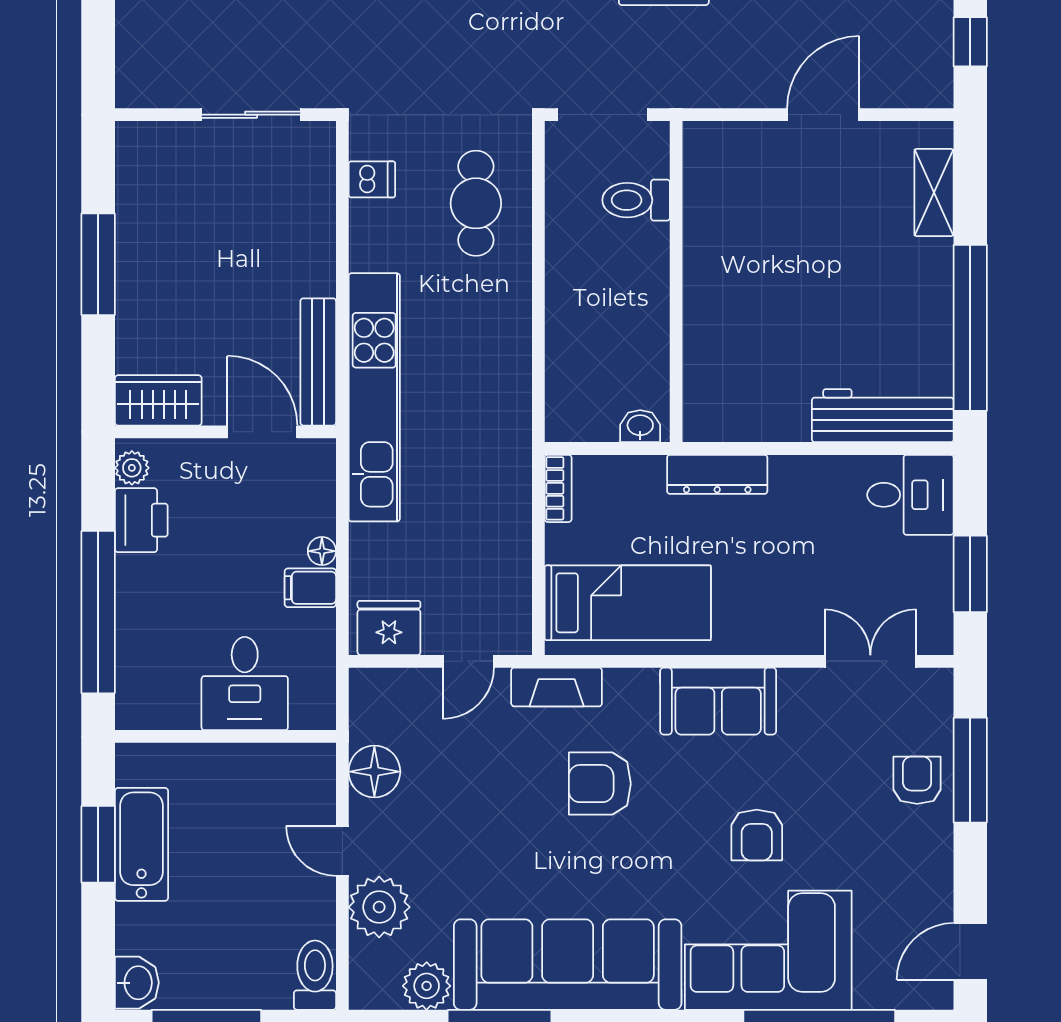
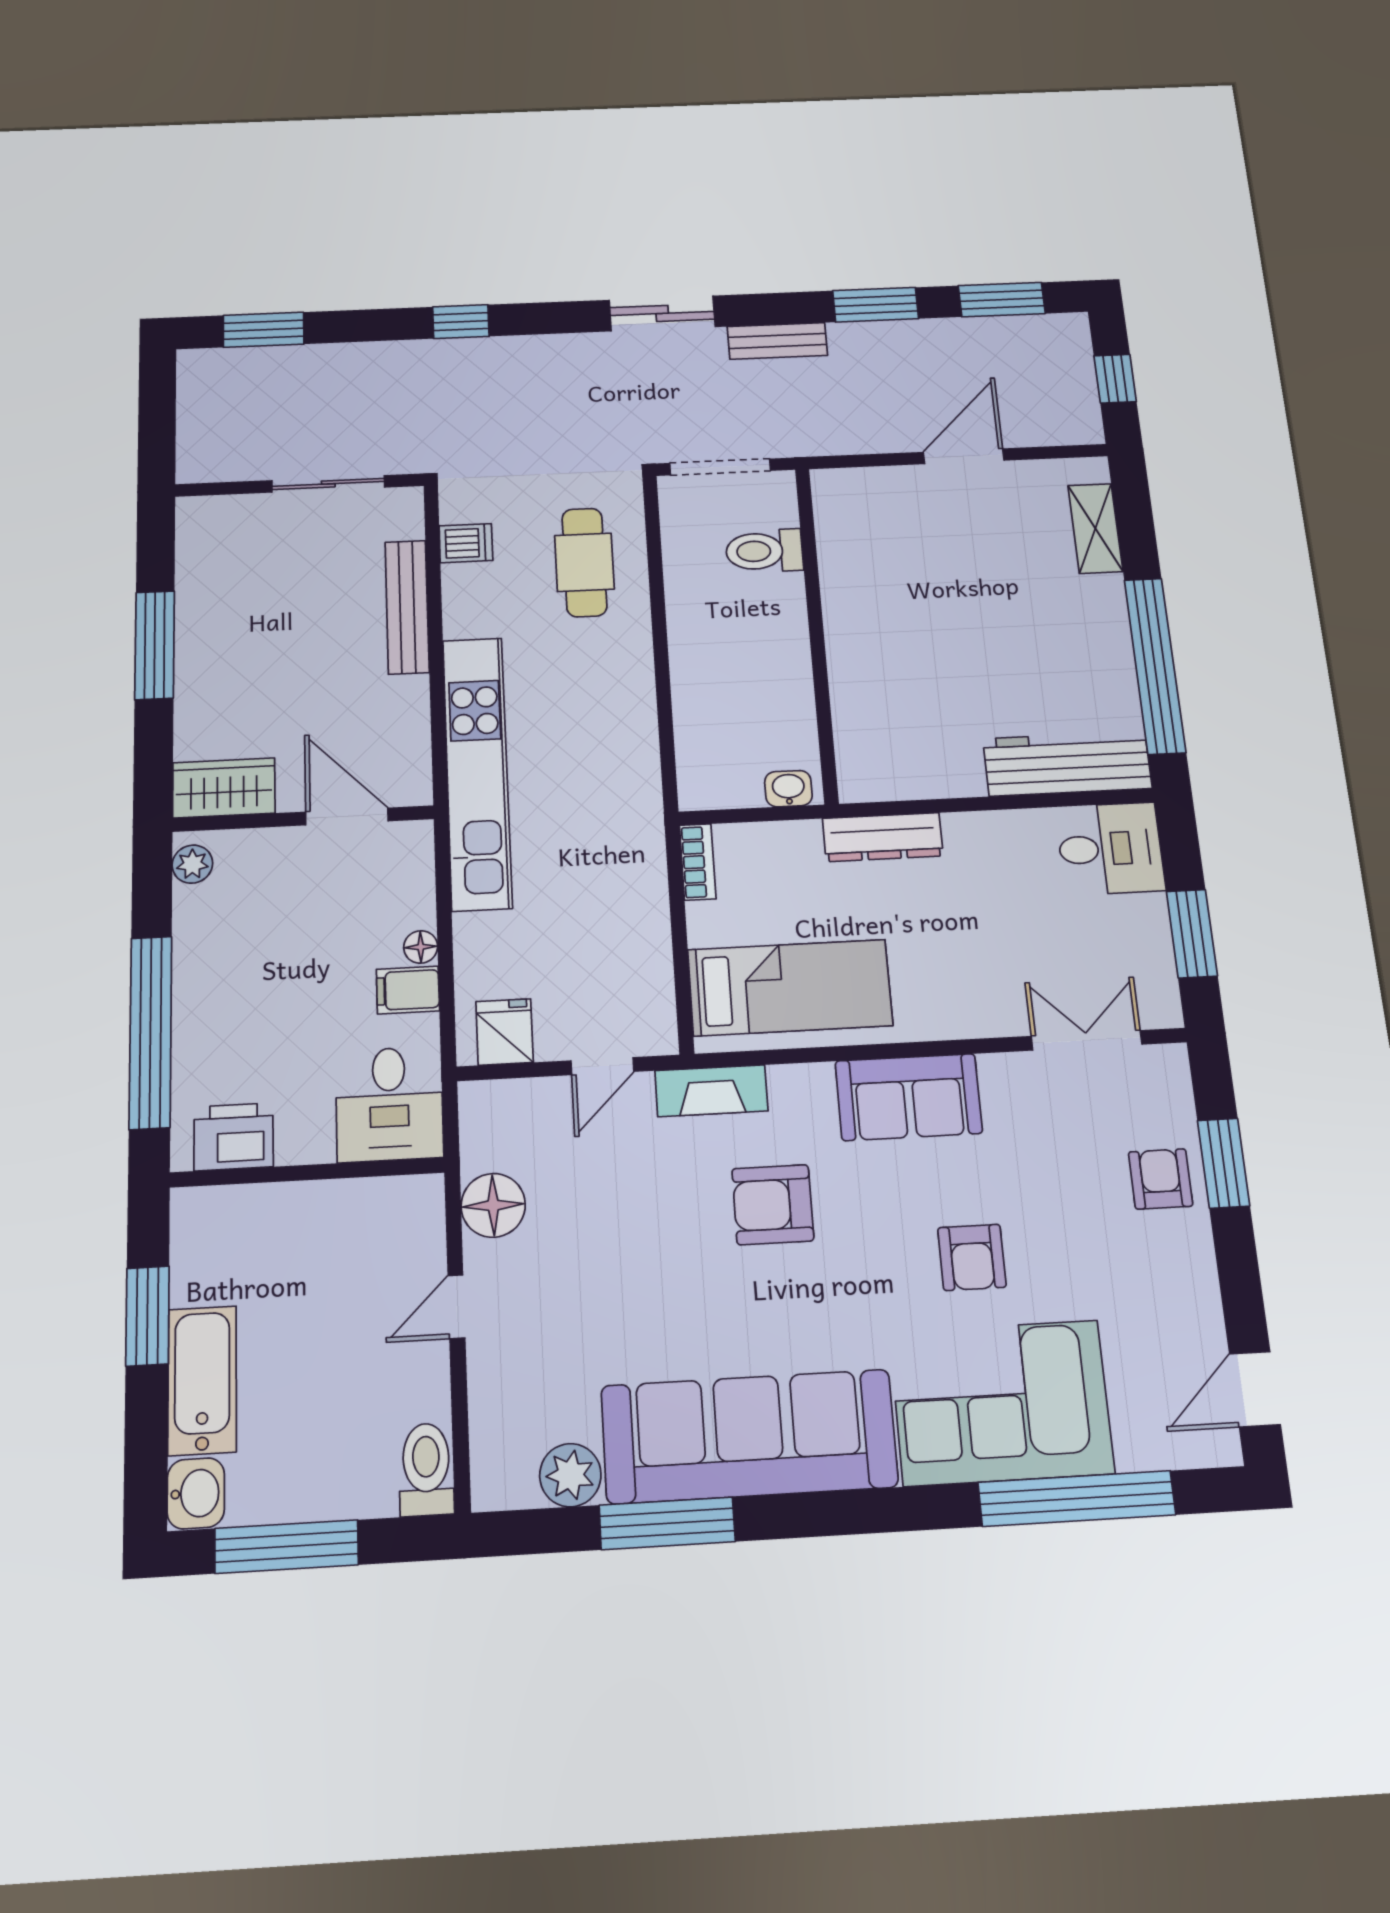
bench: (318, 362) -> (407, 607), moved
printer: (141, 520) -> (234, 1137), moved, turned -90
fridge: (389, 628) -> (504, 1032), width x0.72
desk: (245, 684) -> (389, 1104), moved
window: (970, 770) -> (1224, 1163), width x0.69
bathtub: (141, 844) -> (202, 1380), moved
door: (342, 851) -> (456, 1307), hinge flipped
plant: (379, 907) -> (505, 1376), removed

